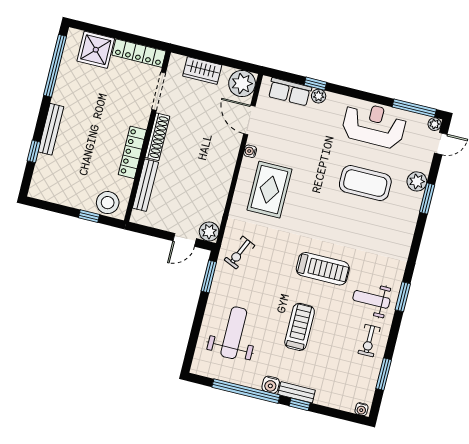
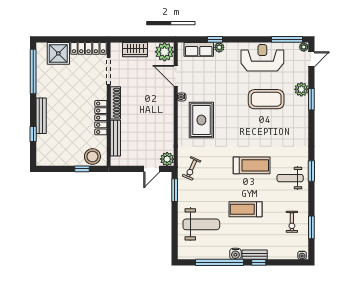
treadmill: (300, 327) -> (245, 209), turned -90
weight bench: (234, 333) -> (201, 224), turned 90
exercise bike: (369, 341) -> (292, 222), moved

